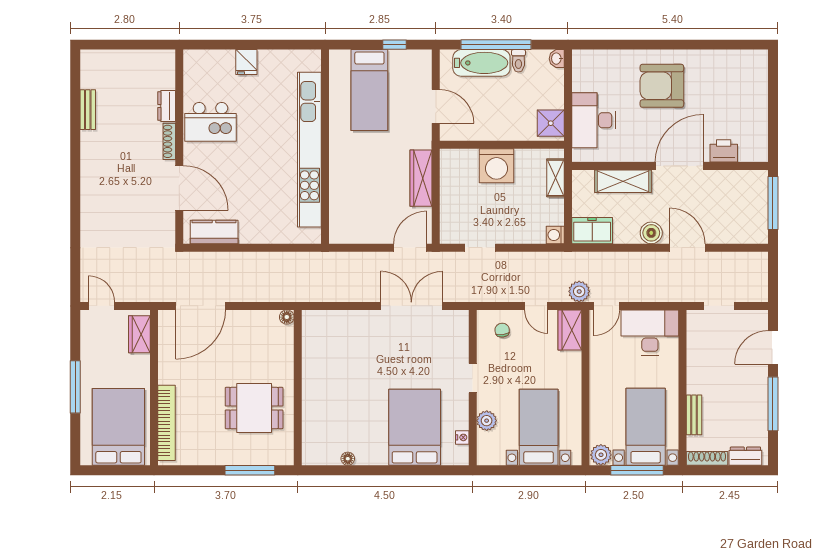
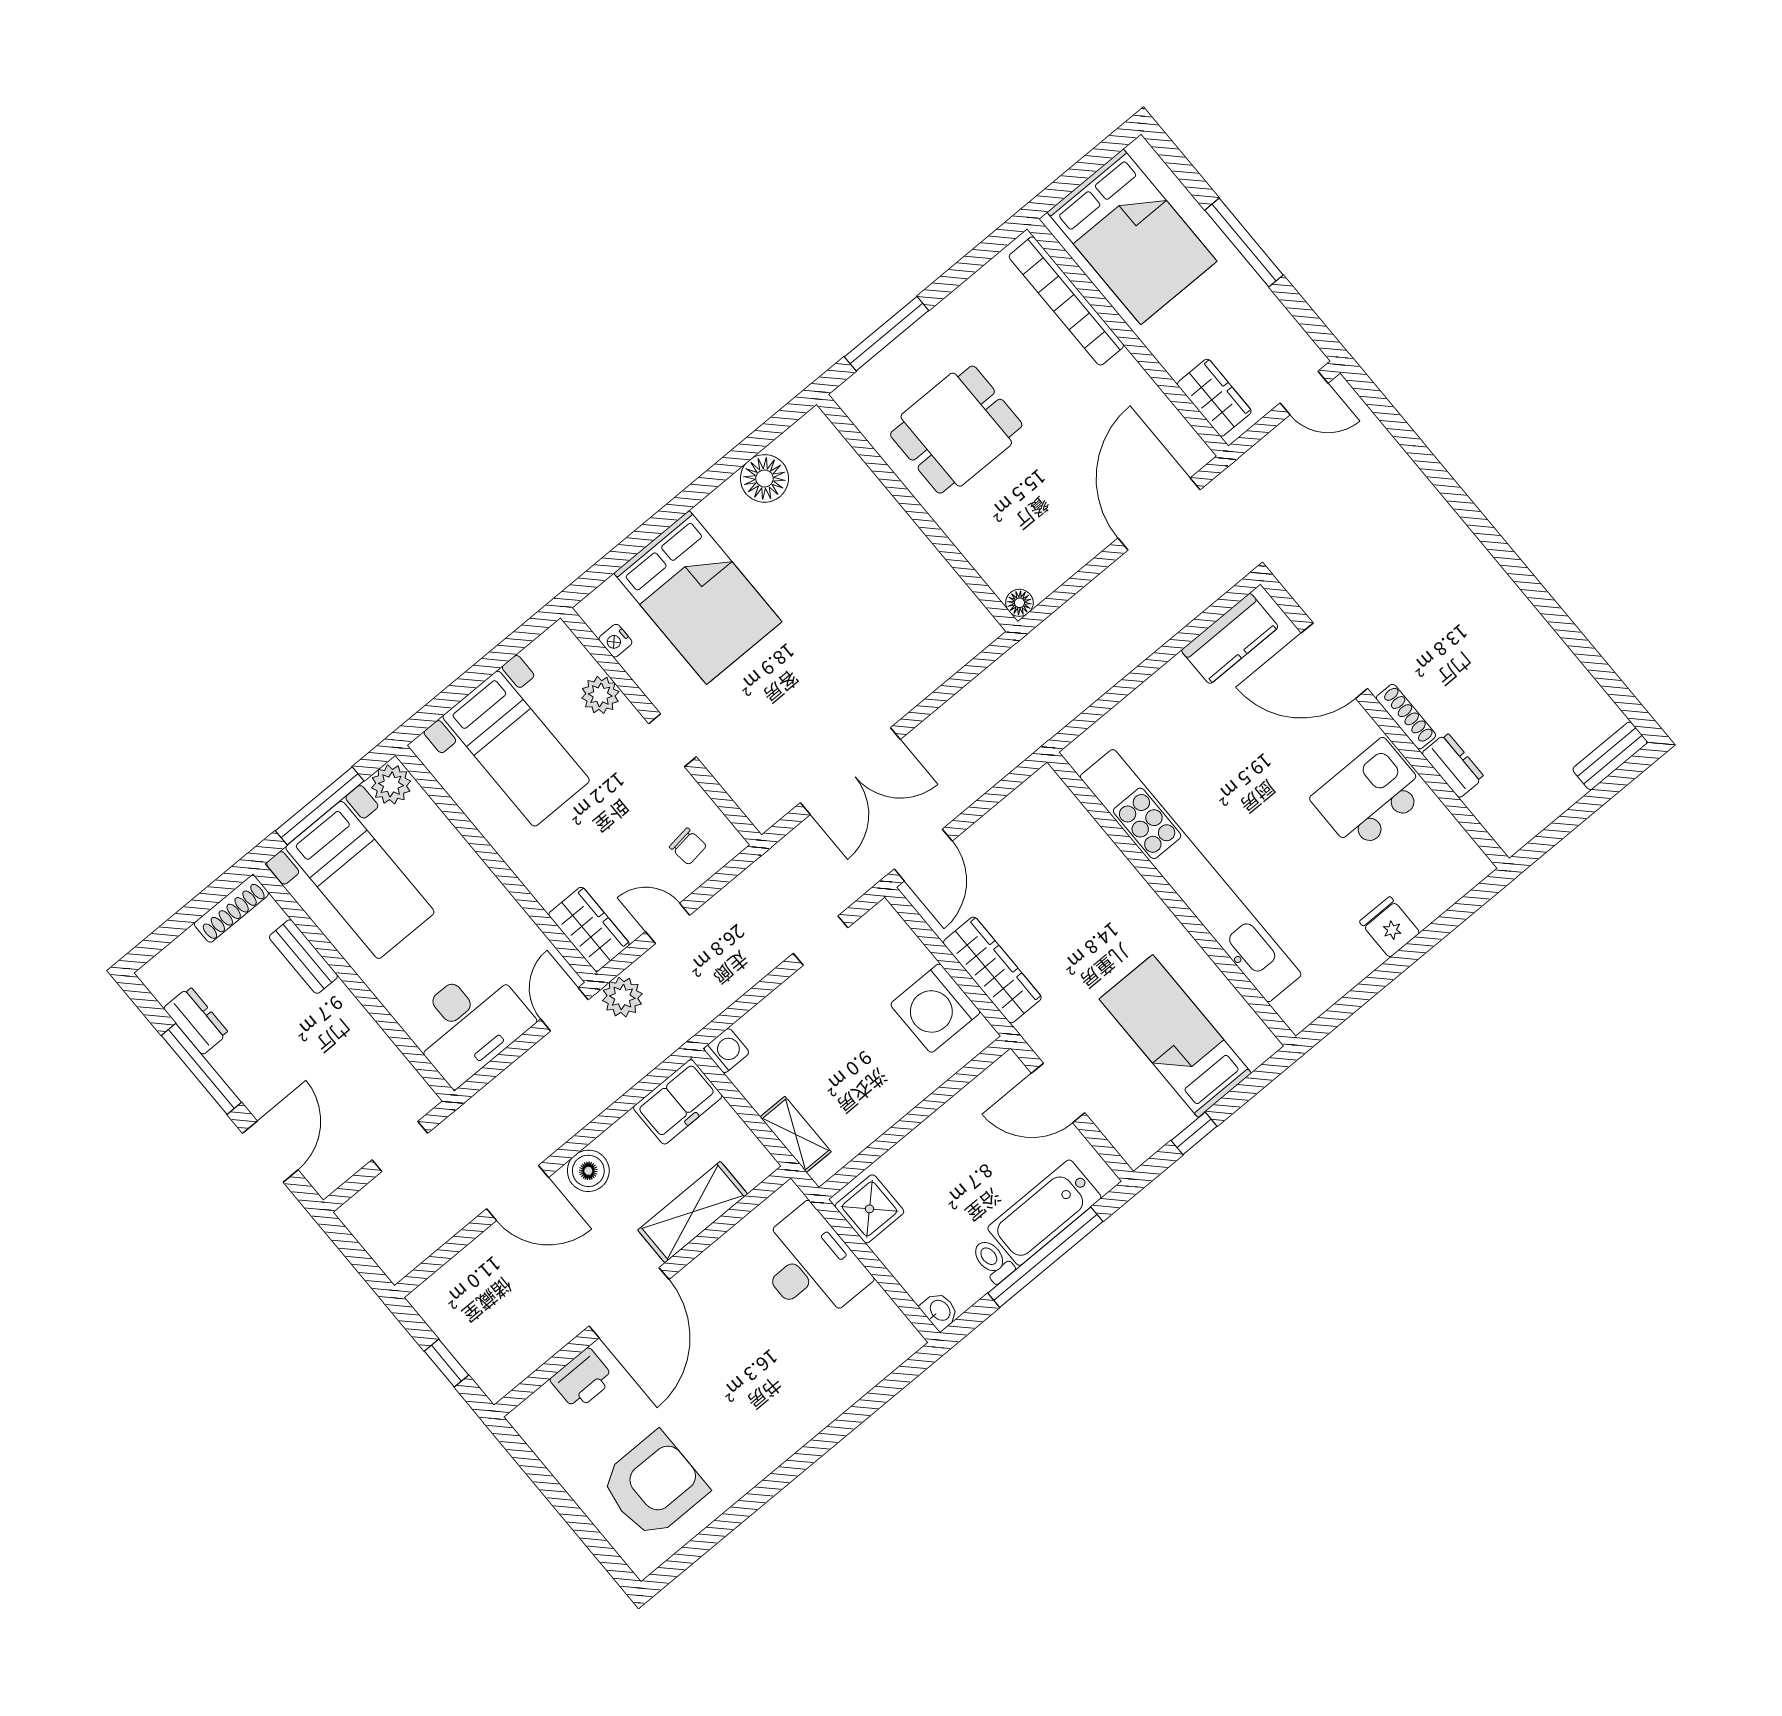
armchair: (662, 86) -> (654, 1485), moved
bench: (88, 110) -> (1610, 756), moved, turned 90
washing machine: (496, 166) -> (935, 1008), moved, turned -90
window: (773, 203) -> (446, 1363), width x0.46
dresser: (745, 456) -> (196, 1021), moved, turned -90
floor lamp: (348, 459) -> (764, 478), width x1.89, depth x1.89

